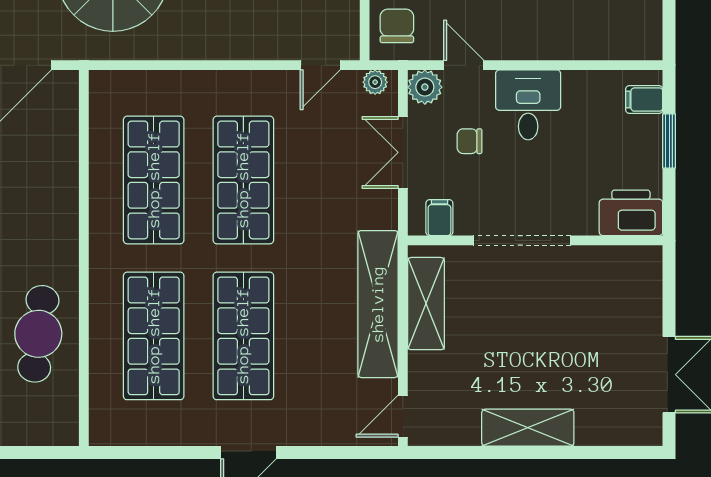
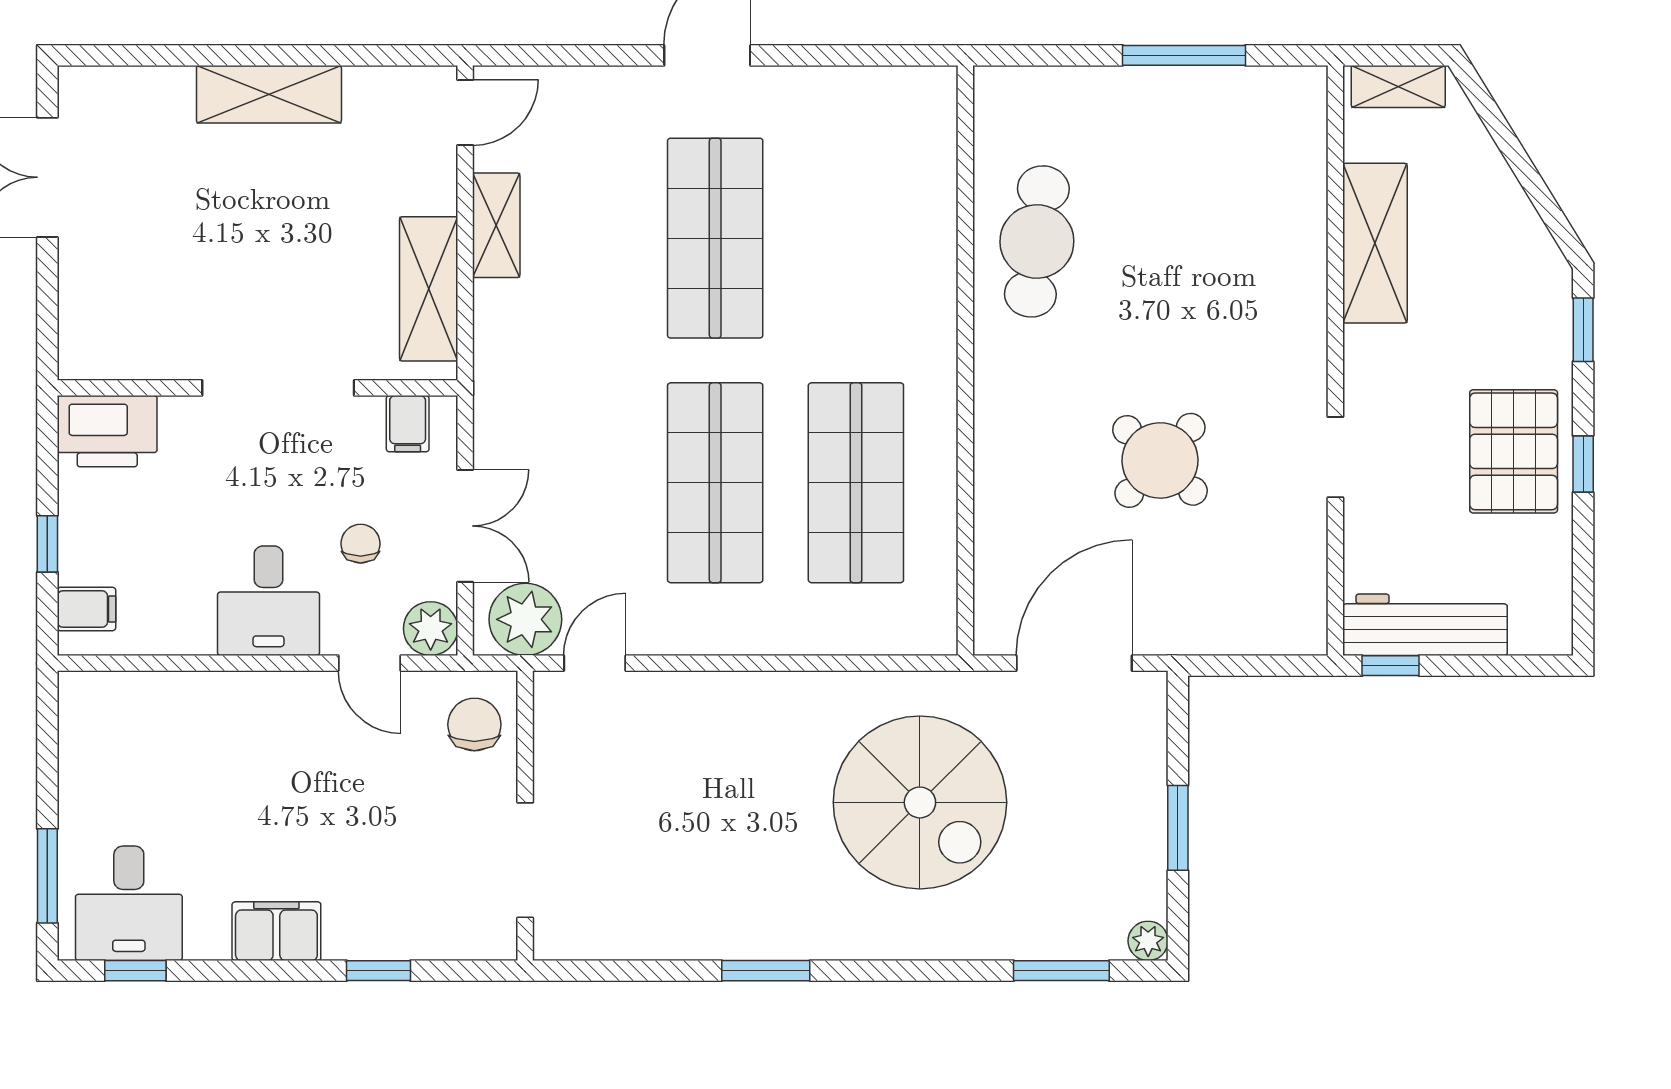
chair: (397, 26) -> (474, 725), turned 180
plant: (375, 82) -> (525, 619), width x1.87, depth x1.87
chair: (469, 141) -> (361, 544), turned -90
window: (669, 141) -> (47, 544), width x0.67
shelving: (378, 304) -> (496, 225), width x0.45, depth x0.75
shop shelf: (154, 336) -> (856, 238), removed

